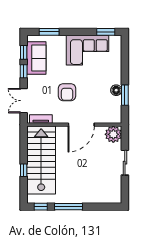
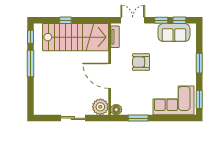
window: (49, 32) -> (199, 63), moved
corner sofa: (87, 50) -> (174, 100), moved, turned 90
floor lamp: (116, 90) -> (116, 110), moved

